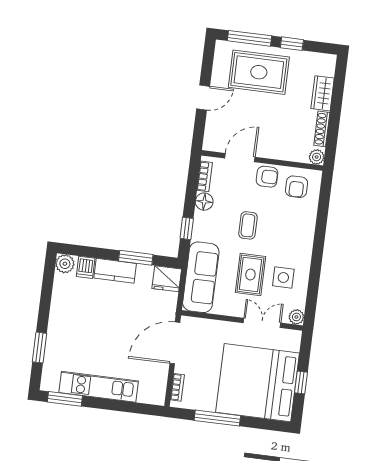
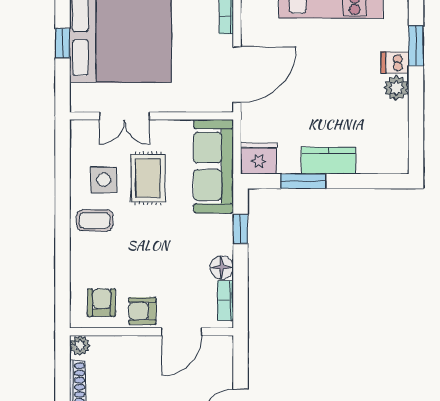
coffee table: (248, 225) -> (95, 220), moved, turned 90
plant: (65, 264) -> (396, 88), moved
dishwasher: (86, 267) -> (395, 63), moved, turned -90
plant: (296, 317) -> (80, 130), removed

